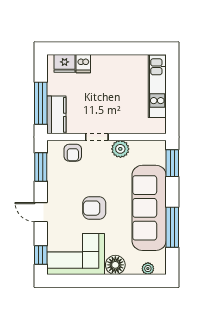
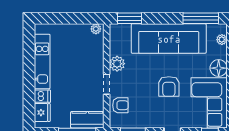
kitchen unit: (157, 86) -> (42, 61), moved, turned -90
plant: (160, 125) -> (96, 29), added
window: (172, 227) -> (201, 18), moved

